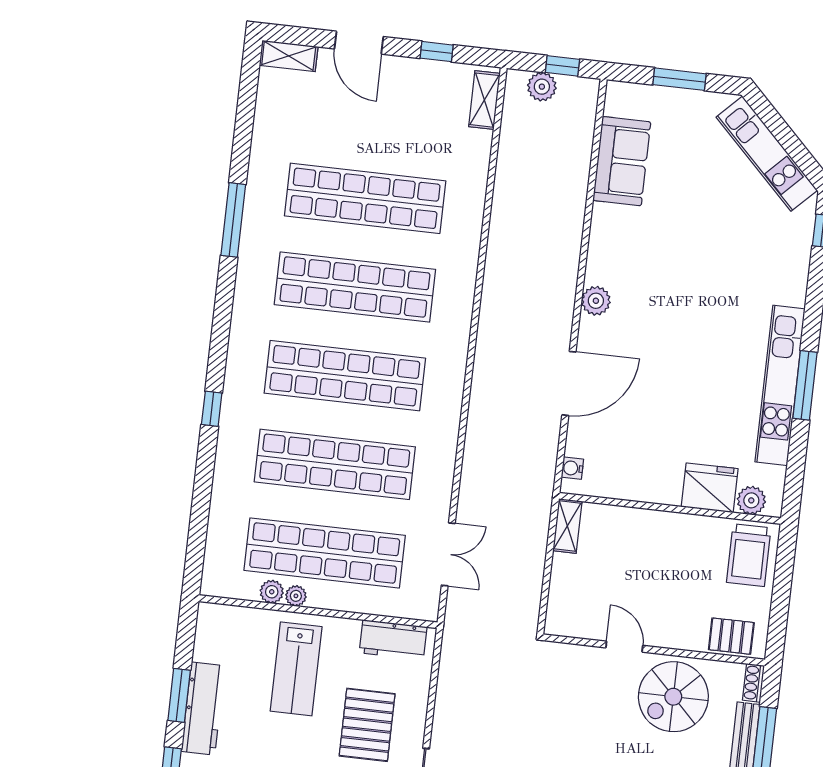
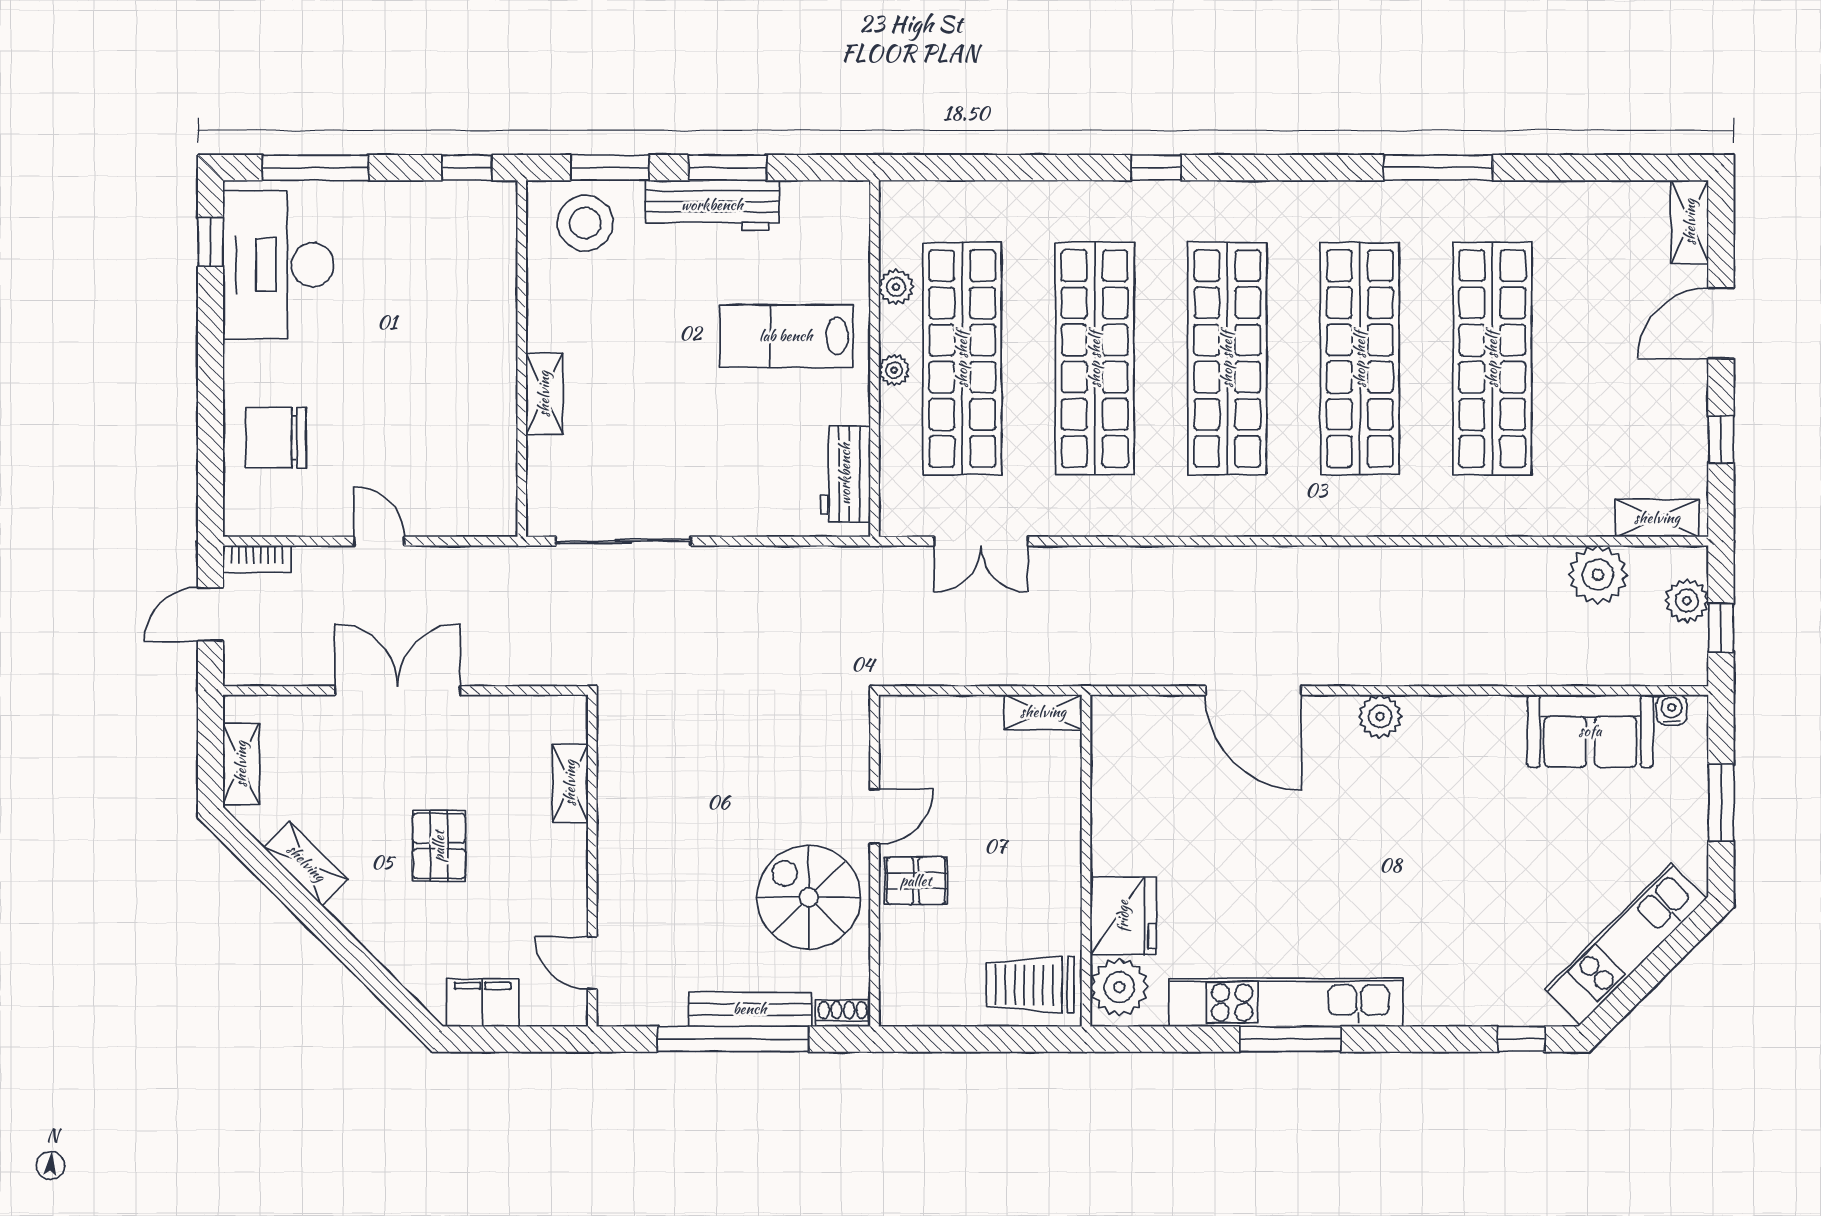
plant: (518, 144) -> (1598, 575), added
water cooler: (572, 468) -> (1672, 710), moved
plant: (751, 500) -> (1119, 987), width x1.36, depth x1.36
plant: (296, 596) -> (894, 370), moved
pallet: (731, 636) -> (916, 881), moved, turned 90
pallet: (367, 725) -> (716, 450), removed

